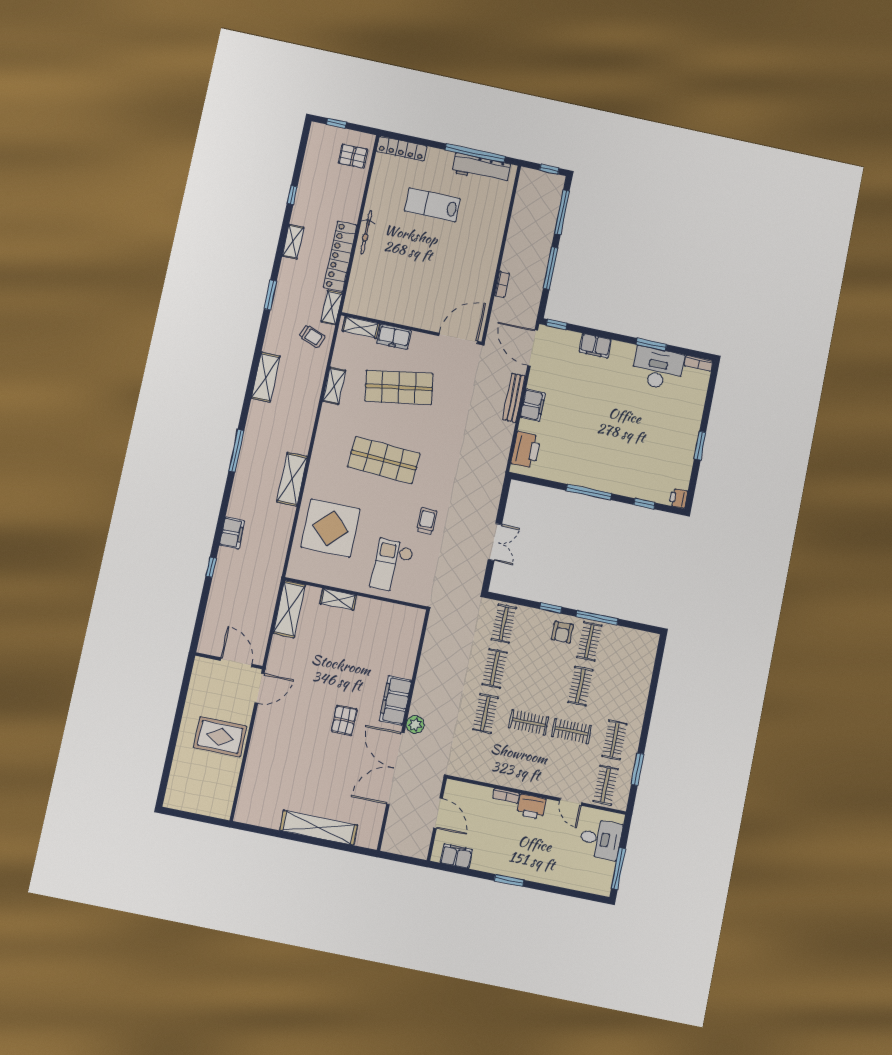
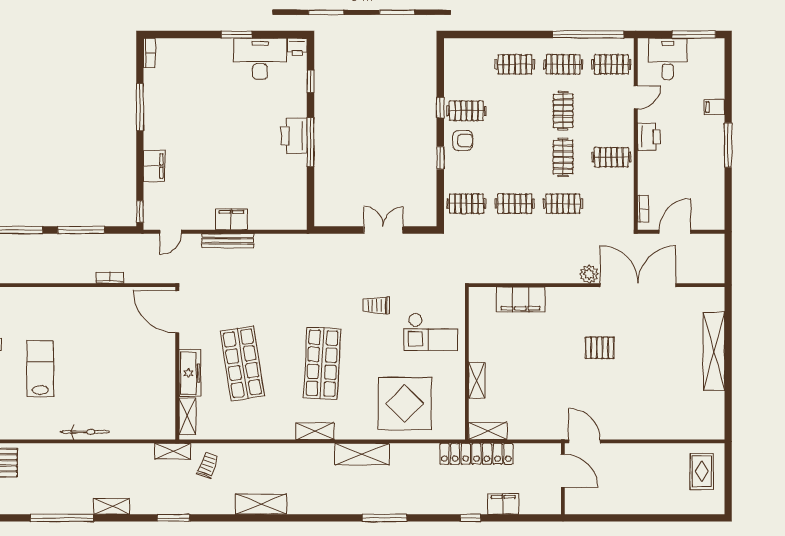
window: (292, 195) -> (62, 518), width x3.17
lab bench: (432, 205) -> (40, 369), turned 180
locker: (340, 256) -> (476, 454), moved
freezer: (394, 337) -> (190, 373), width x1.40
window: (651, 344) -> (140, 107), width x1.44
door: (533, 348) -> (171, 232), width x0.53
desk: (658, 368) -> (260, 59), moved, turned 90
shelving: (334, 386) -> (315, 431), moved
printer: (526, 450) -> (294, 136), moved, turned -90
window: (236, 451) -> (384, 518), moved
filing cabinet: (232, 533) -> (503, 504), moved
shelving: (289, 609) -> (488, 431), width x0.67, depth x0.75
window: (597, 618) -> (440, 108), width x0.46
door: (236, 662) -> (563, 471), swing flipped
clothes rail: (580, 686) -> (515, 64), moved
filing cabinet: (395, 700) -> (520, 299), moved
rug: (220, 737) -> (702, 471), moved, width x0.73, depth x0.70
double door: (395, 768) -> (638, 285), swing flipped
clothes rail: (520, 768) -> (611, 157), added
window: (637, 769) -> (588, 34), width x2.11
bookcase: (506, 796) -> (643, 209), moved
filing cabinet: (456, 856) -> (714, 107), moved, width x0.50
window: (509, 880) -> (728, 145), width x1.44

